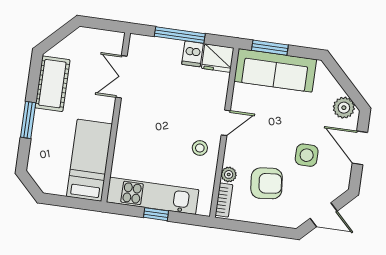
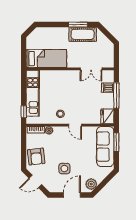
dishwasher: (192, 54) -> (108, 88), moved
double door: (121, 77) -> (91, 69), swing flipped
window: (28, 120) -> (78, 25), moved
armchair: (267, 183) -> (36, 157), moved
window: (156, 214) -> (24, 112), moved
door: (324, 215) -> (35, 181), hinge flipped

